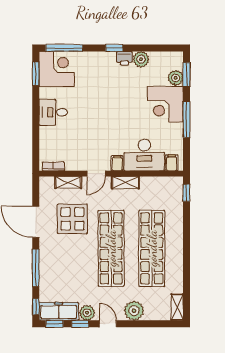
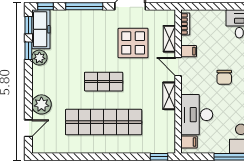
chair: (107, 127) -> (224, 77), added
filing cabinet: (117, 163) -> (189, 51), moved
shop shelf: (111, 248) -> (104, 82), width x0.50, depth x0.74
shelving: (177, 307) -> (45, 147), removed
door: (108, 324) -> (28, 128), moved

